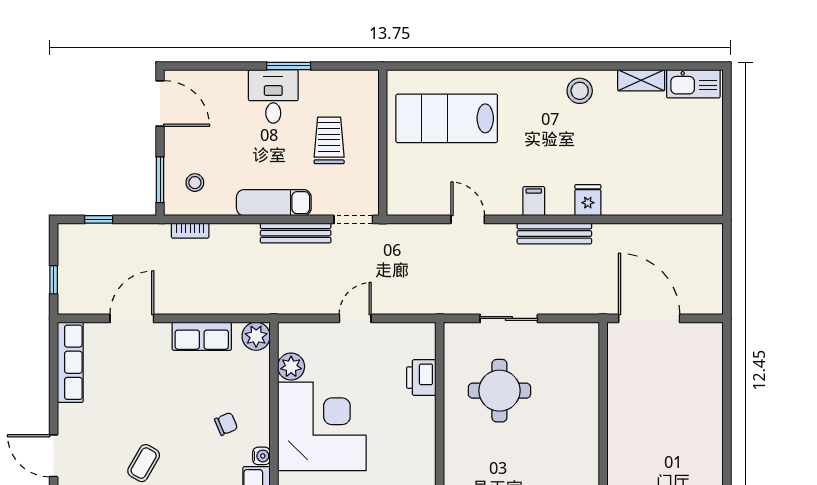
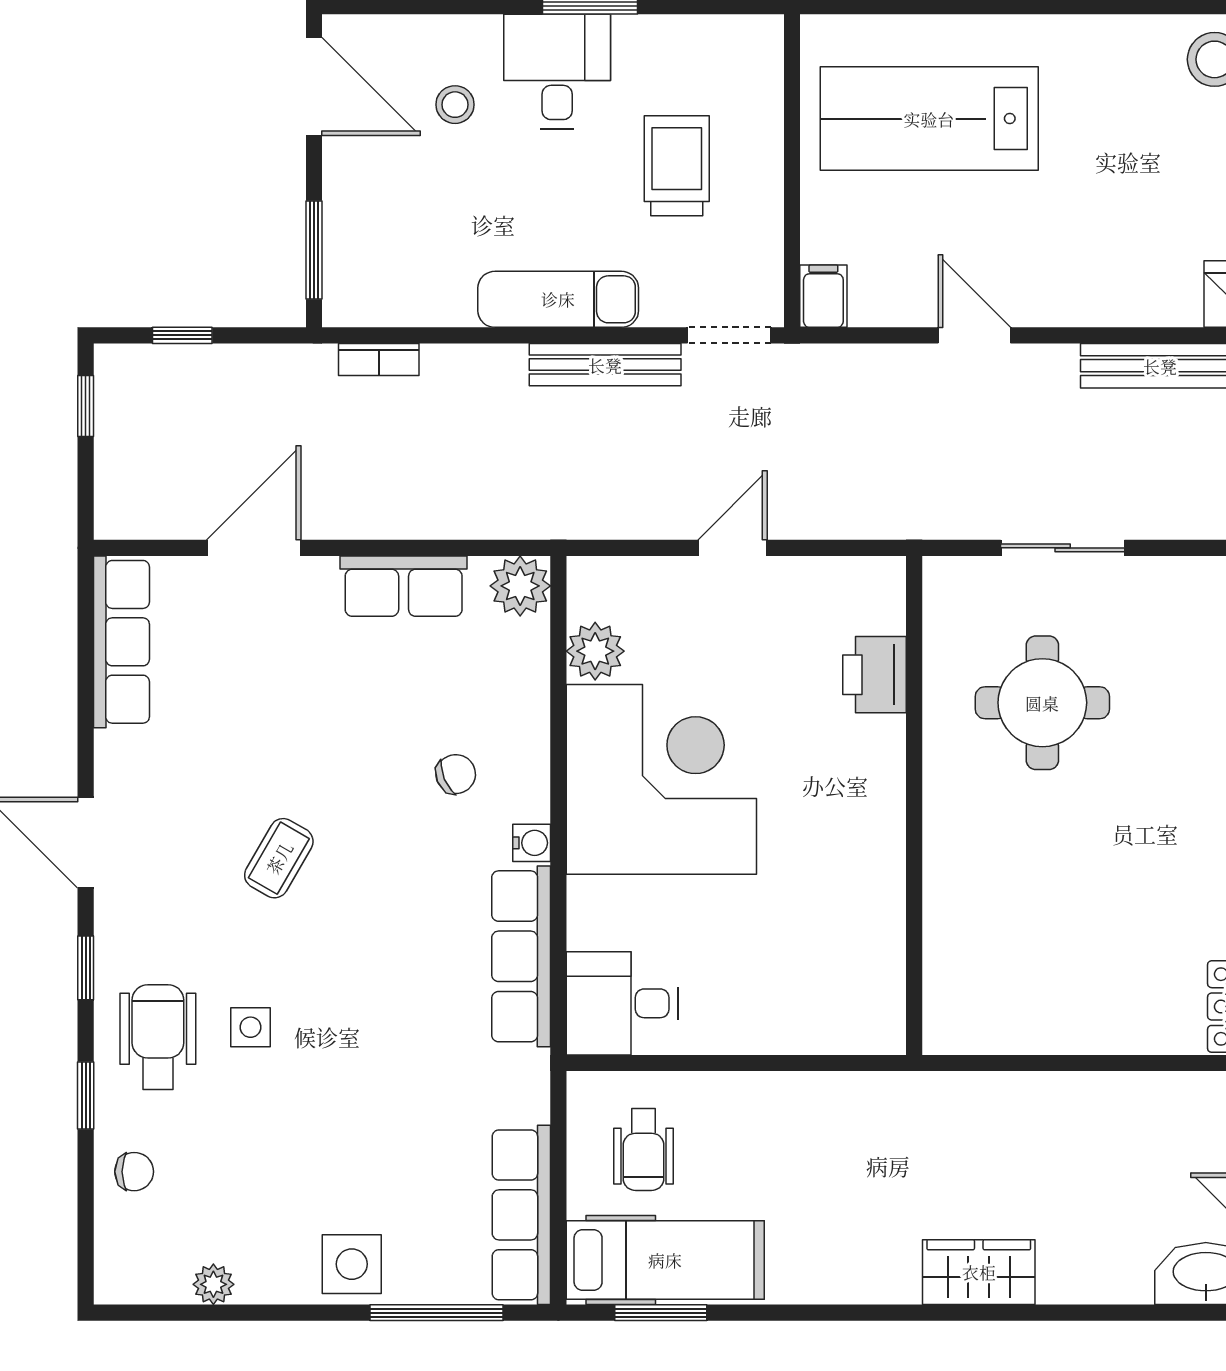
stool: (195, 183) -> (455, 105), moved
filing cabinet: (534, 201) -> (823, 296), moved
window: (54, 280) -> (86, 406), moved

